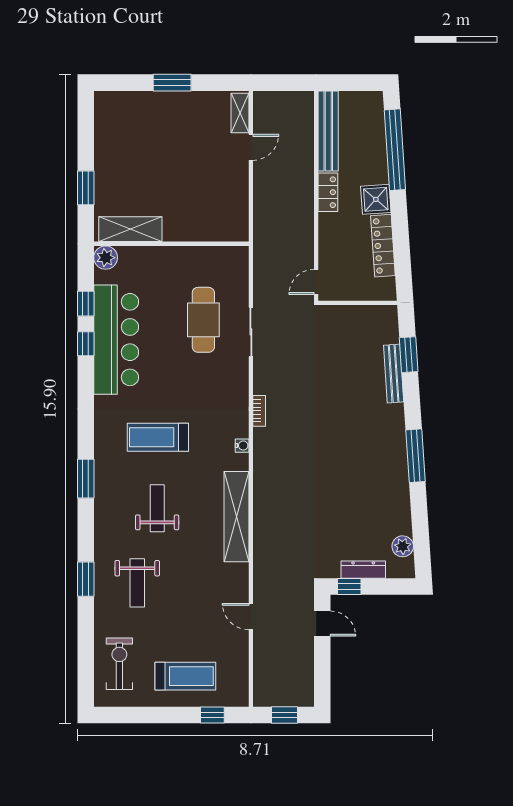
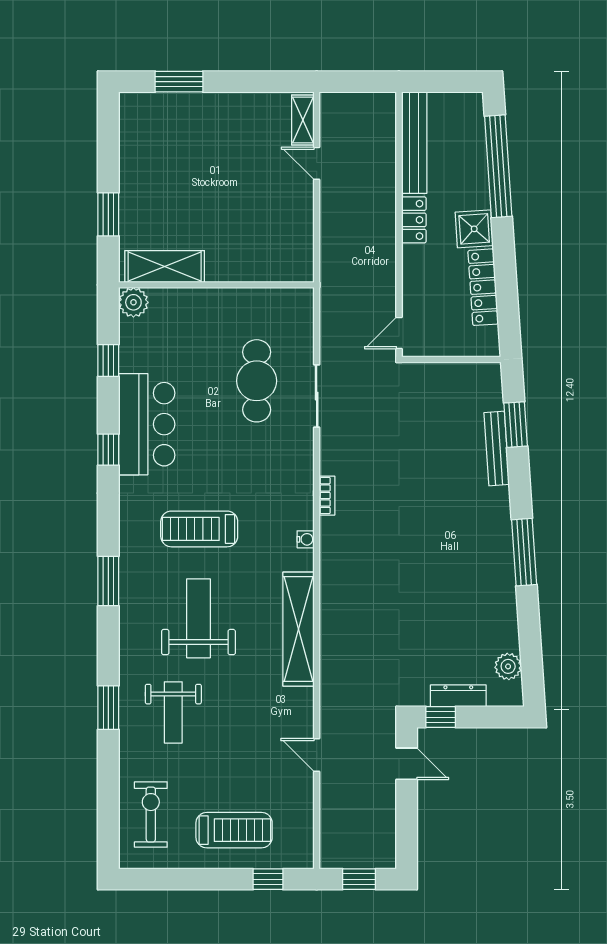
window: (172, 83) -> (179, 82), moved
door: (251, 147) -> (317, 163), swing flipped
bar counter: (116, 340) -> (147, 424), width x0.73
window: (86, 344) -> (108, 450), moved
weight bench: (157, 508) -> (198, 618), width x1.36, depth x1.33

